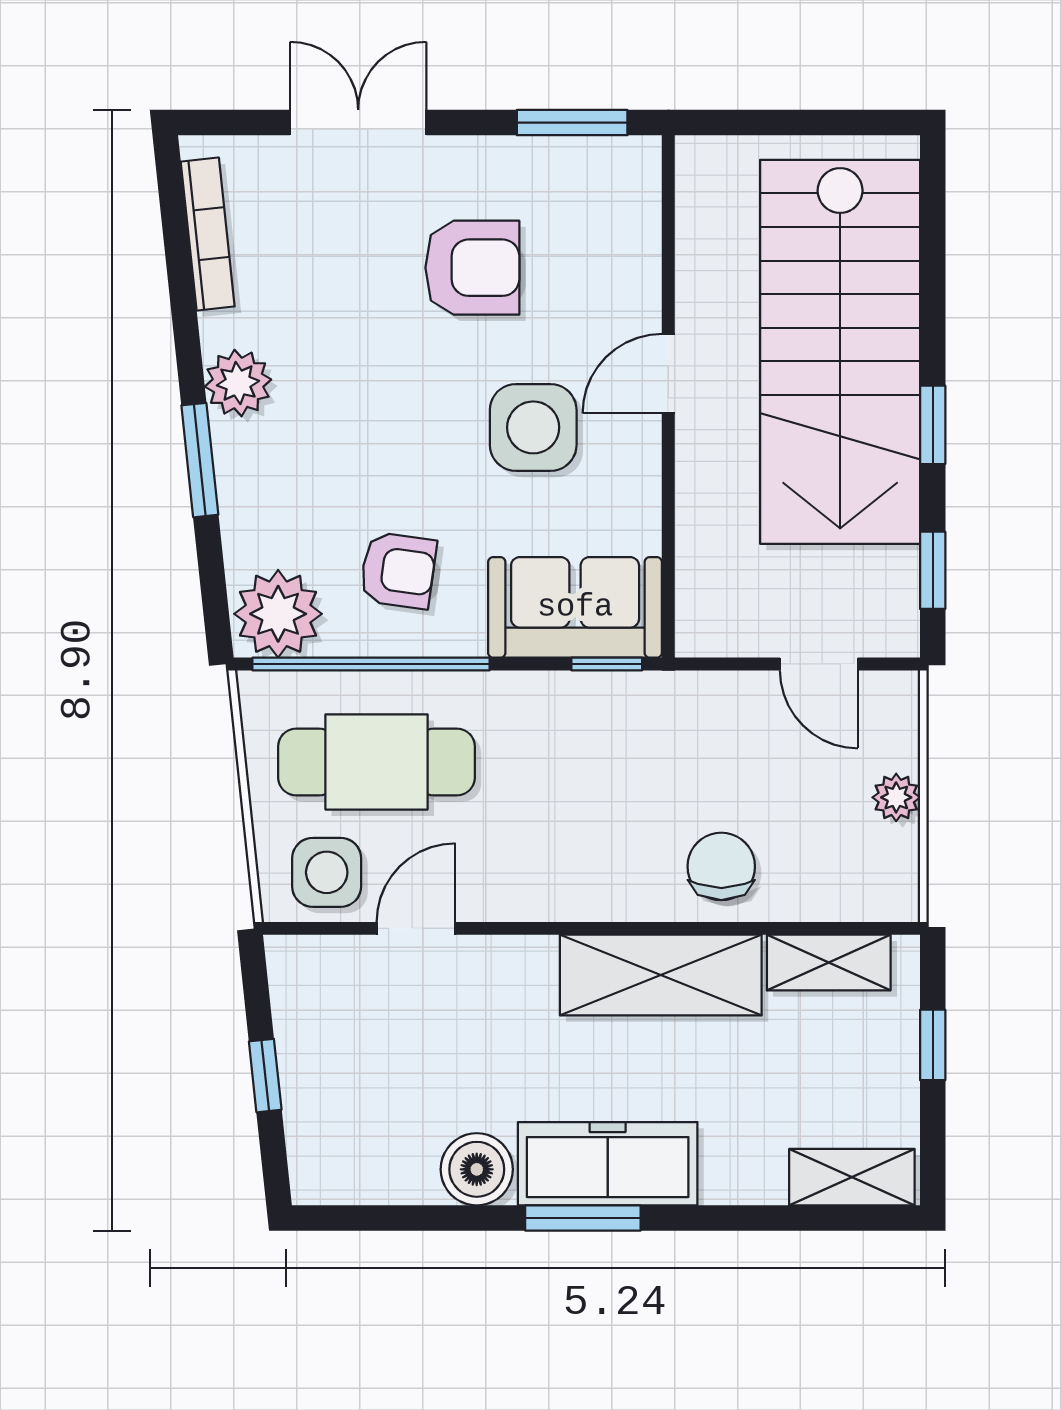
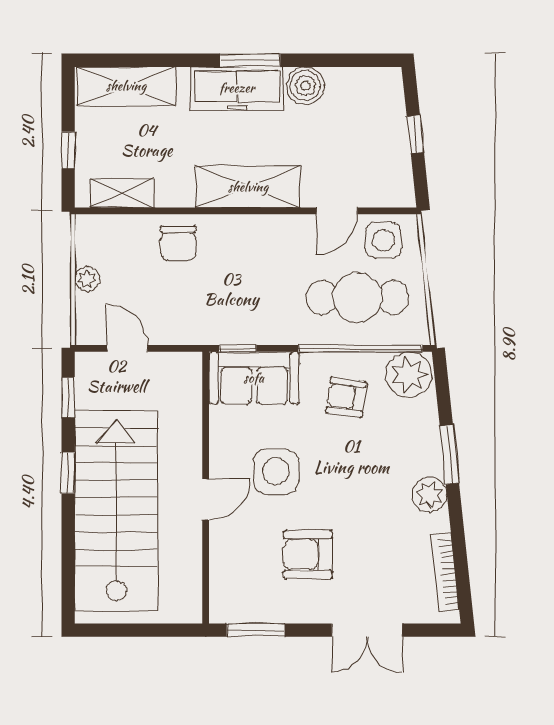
shelving: (661, 975) -> (248, 187), moved
shelving: (852, 1177) -> (126, 86), width x1.50, depth x1.33

